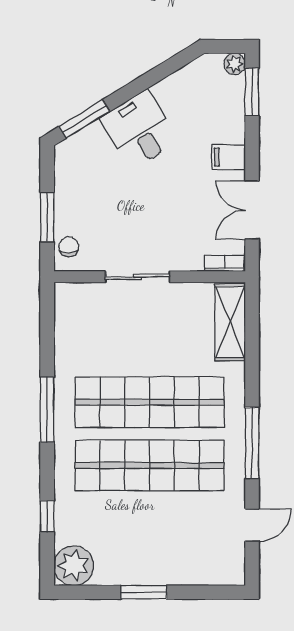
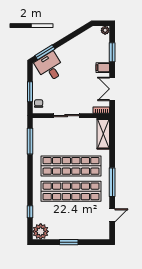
window: (252, 92) -> (112, 52), moved
desk: (139, 129) -> (50, 67), moved
window: (47, 410) -> (30, 141), moved

